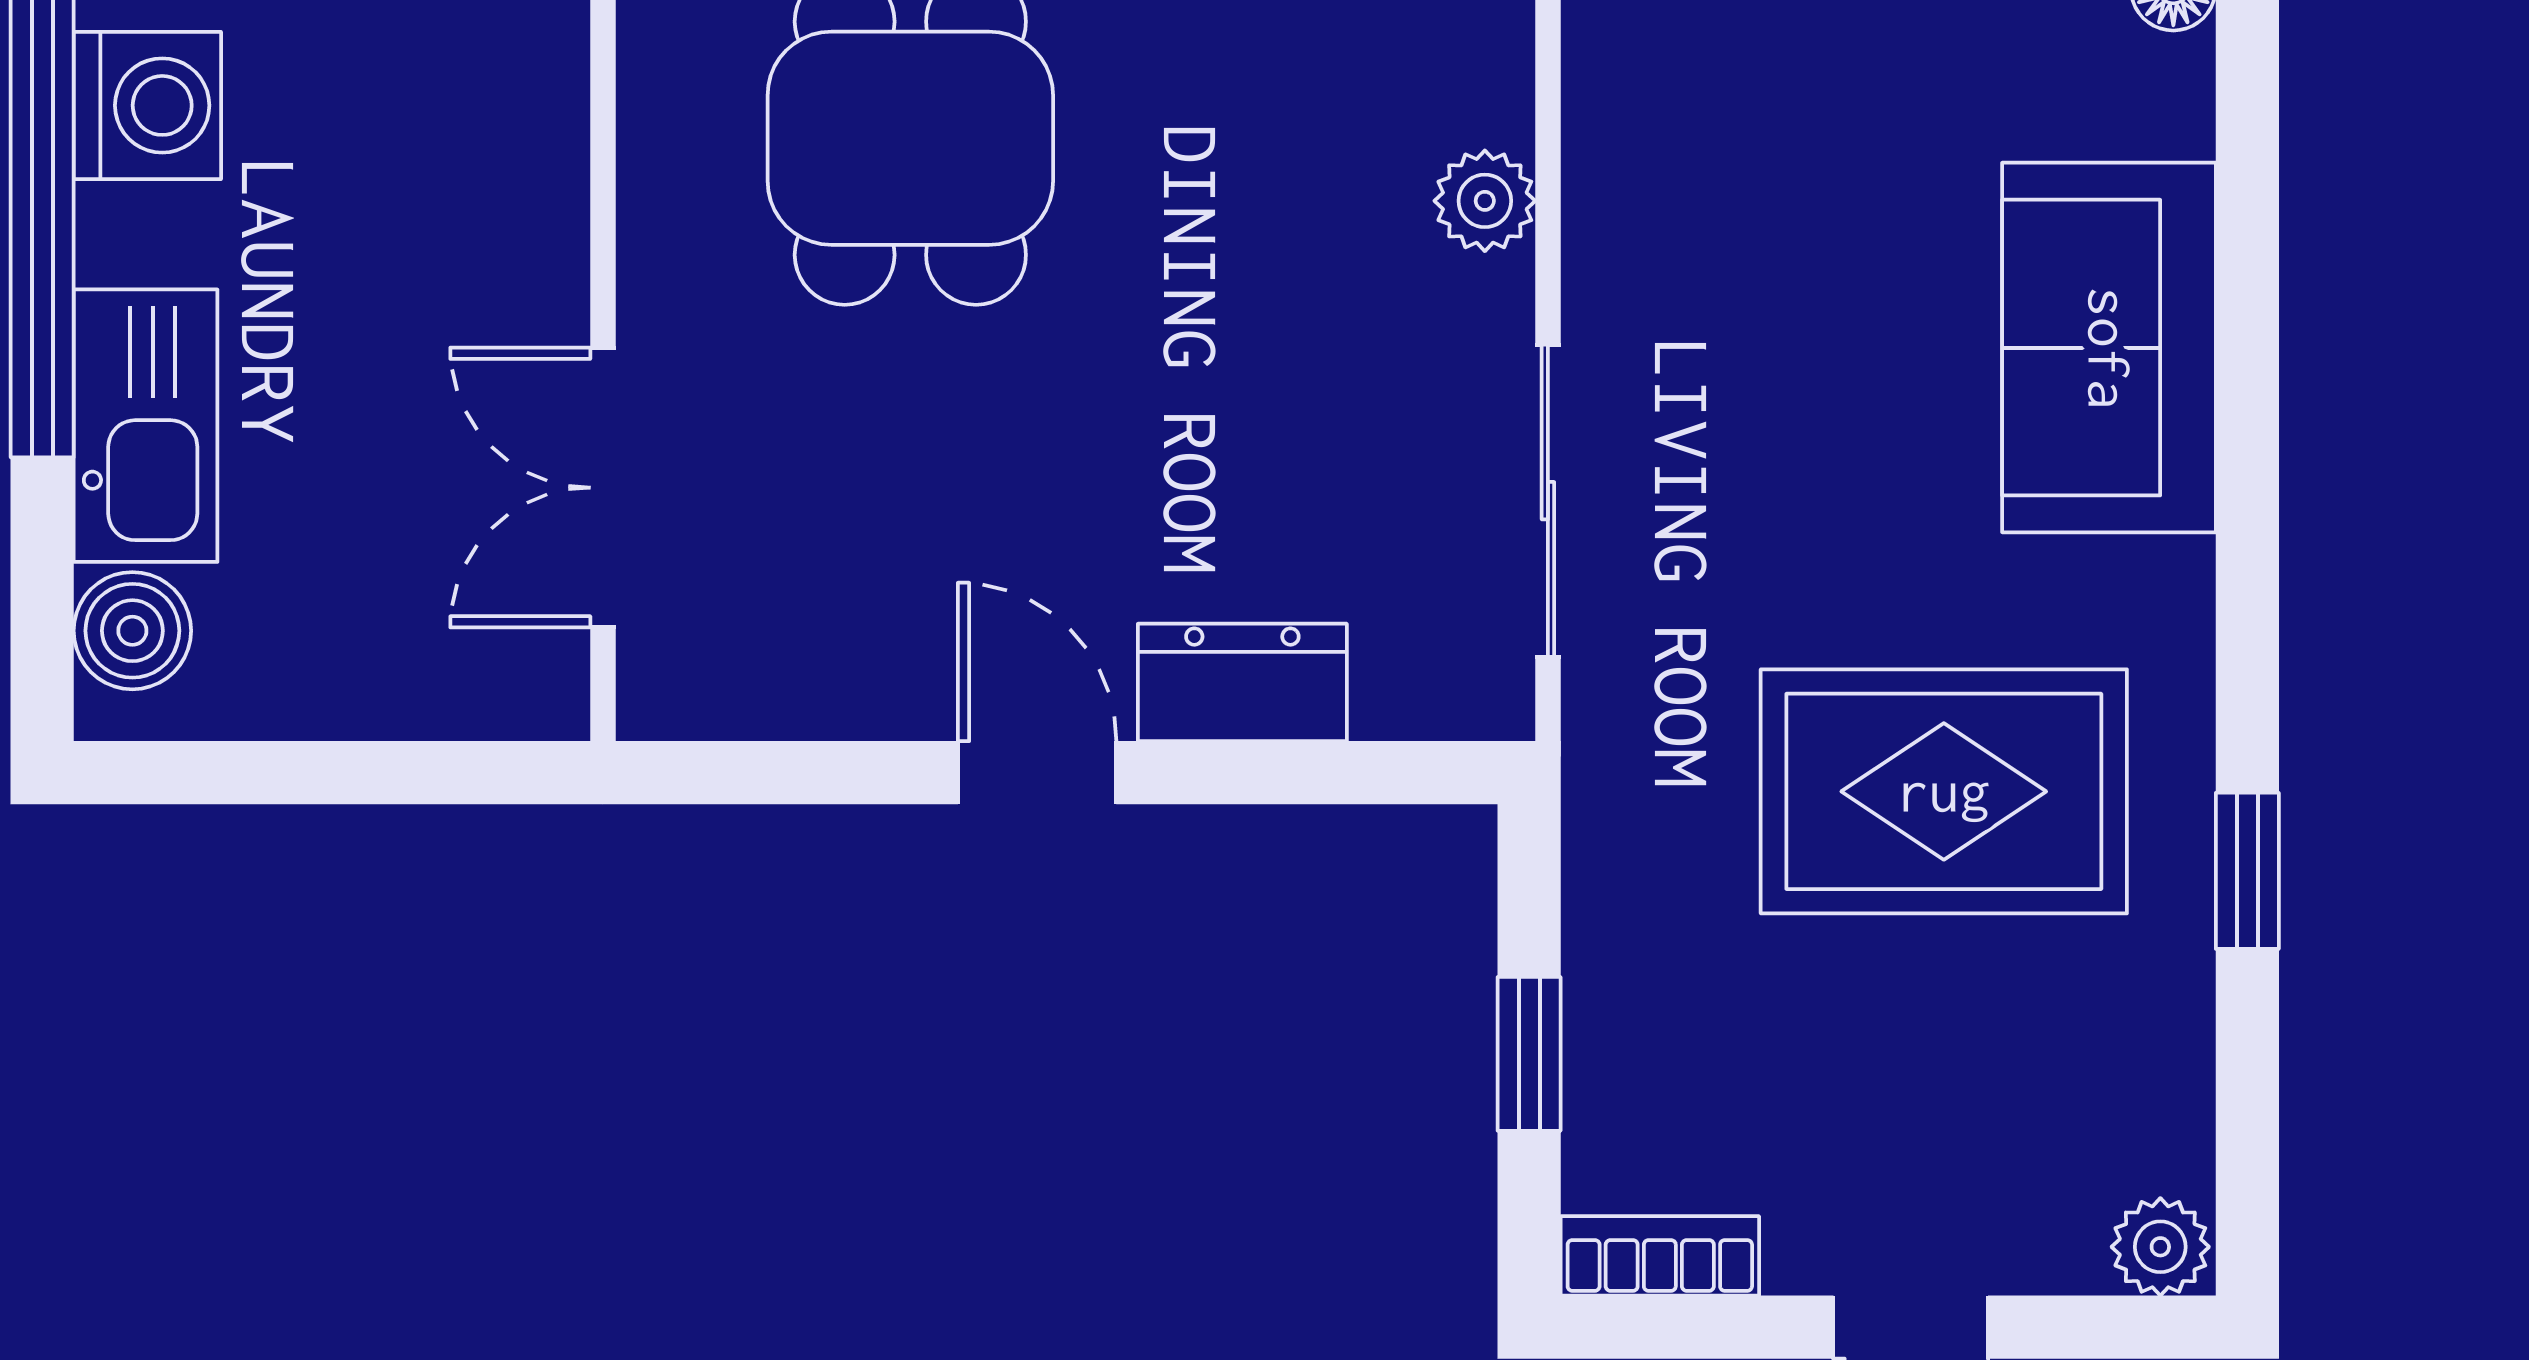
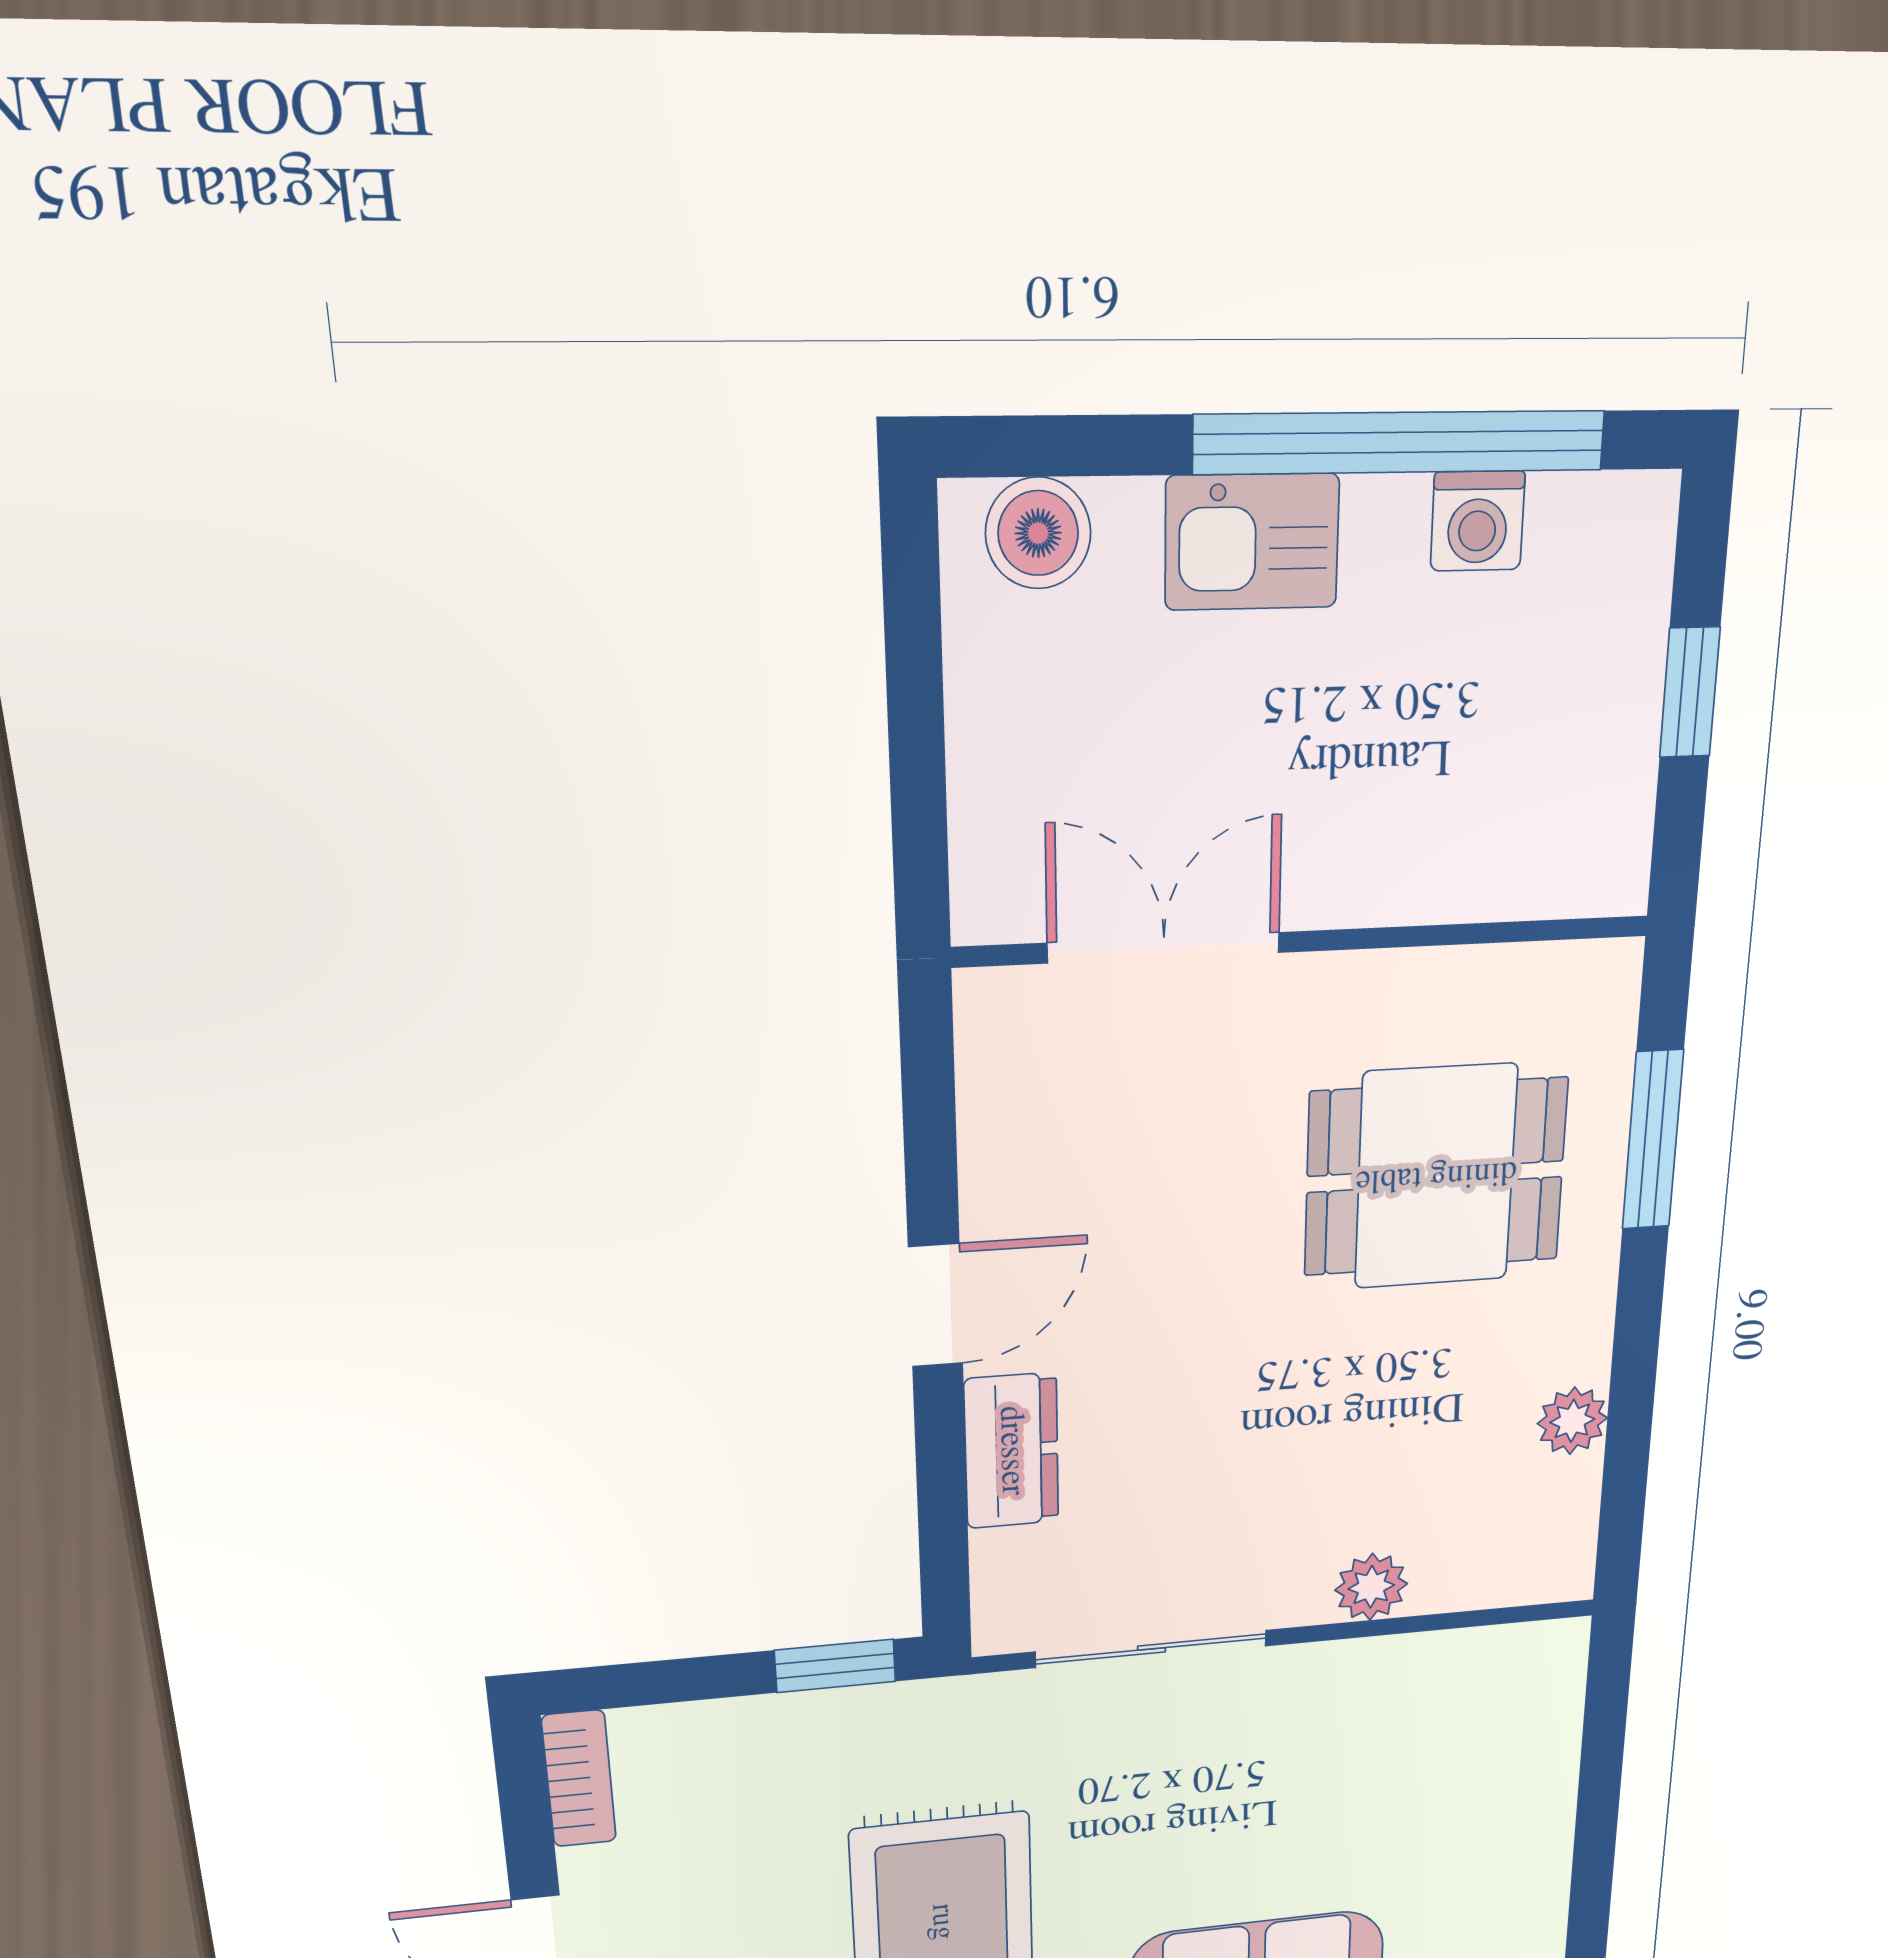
washing machine: (147, 105) -> (1478, 521), width x0.73, depth x0.73
kitchen sink: (146, 426) -> (1252, 542), width x0.73
window: (1529, 1054) -> (835, 1666), moved

